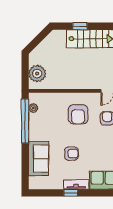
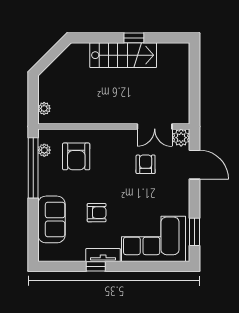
window: (80, 26) -> (134, 38), moved
plant: (37, 74) -> (44, 108), width x0.53, depth x0.53
armchair: (78, 114) -> (76, 156), moved

